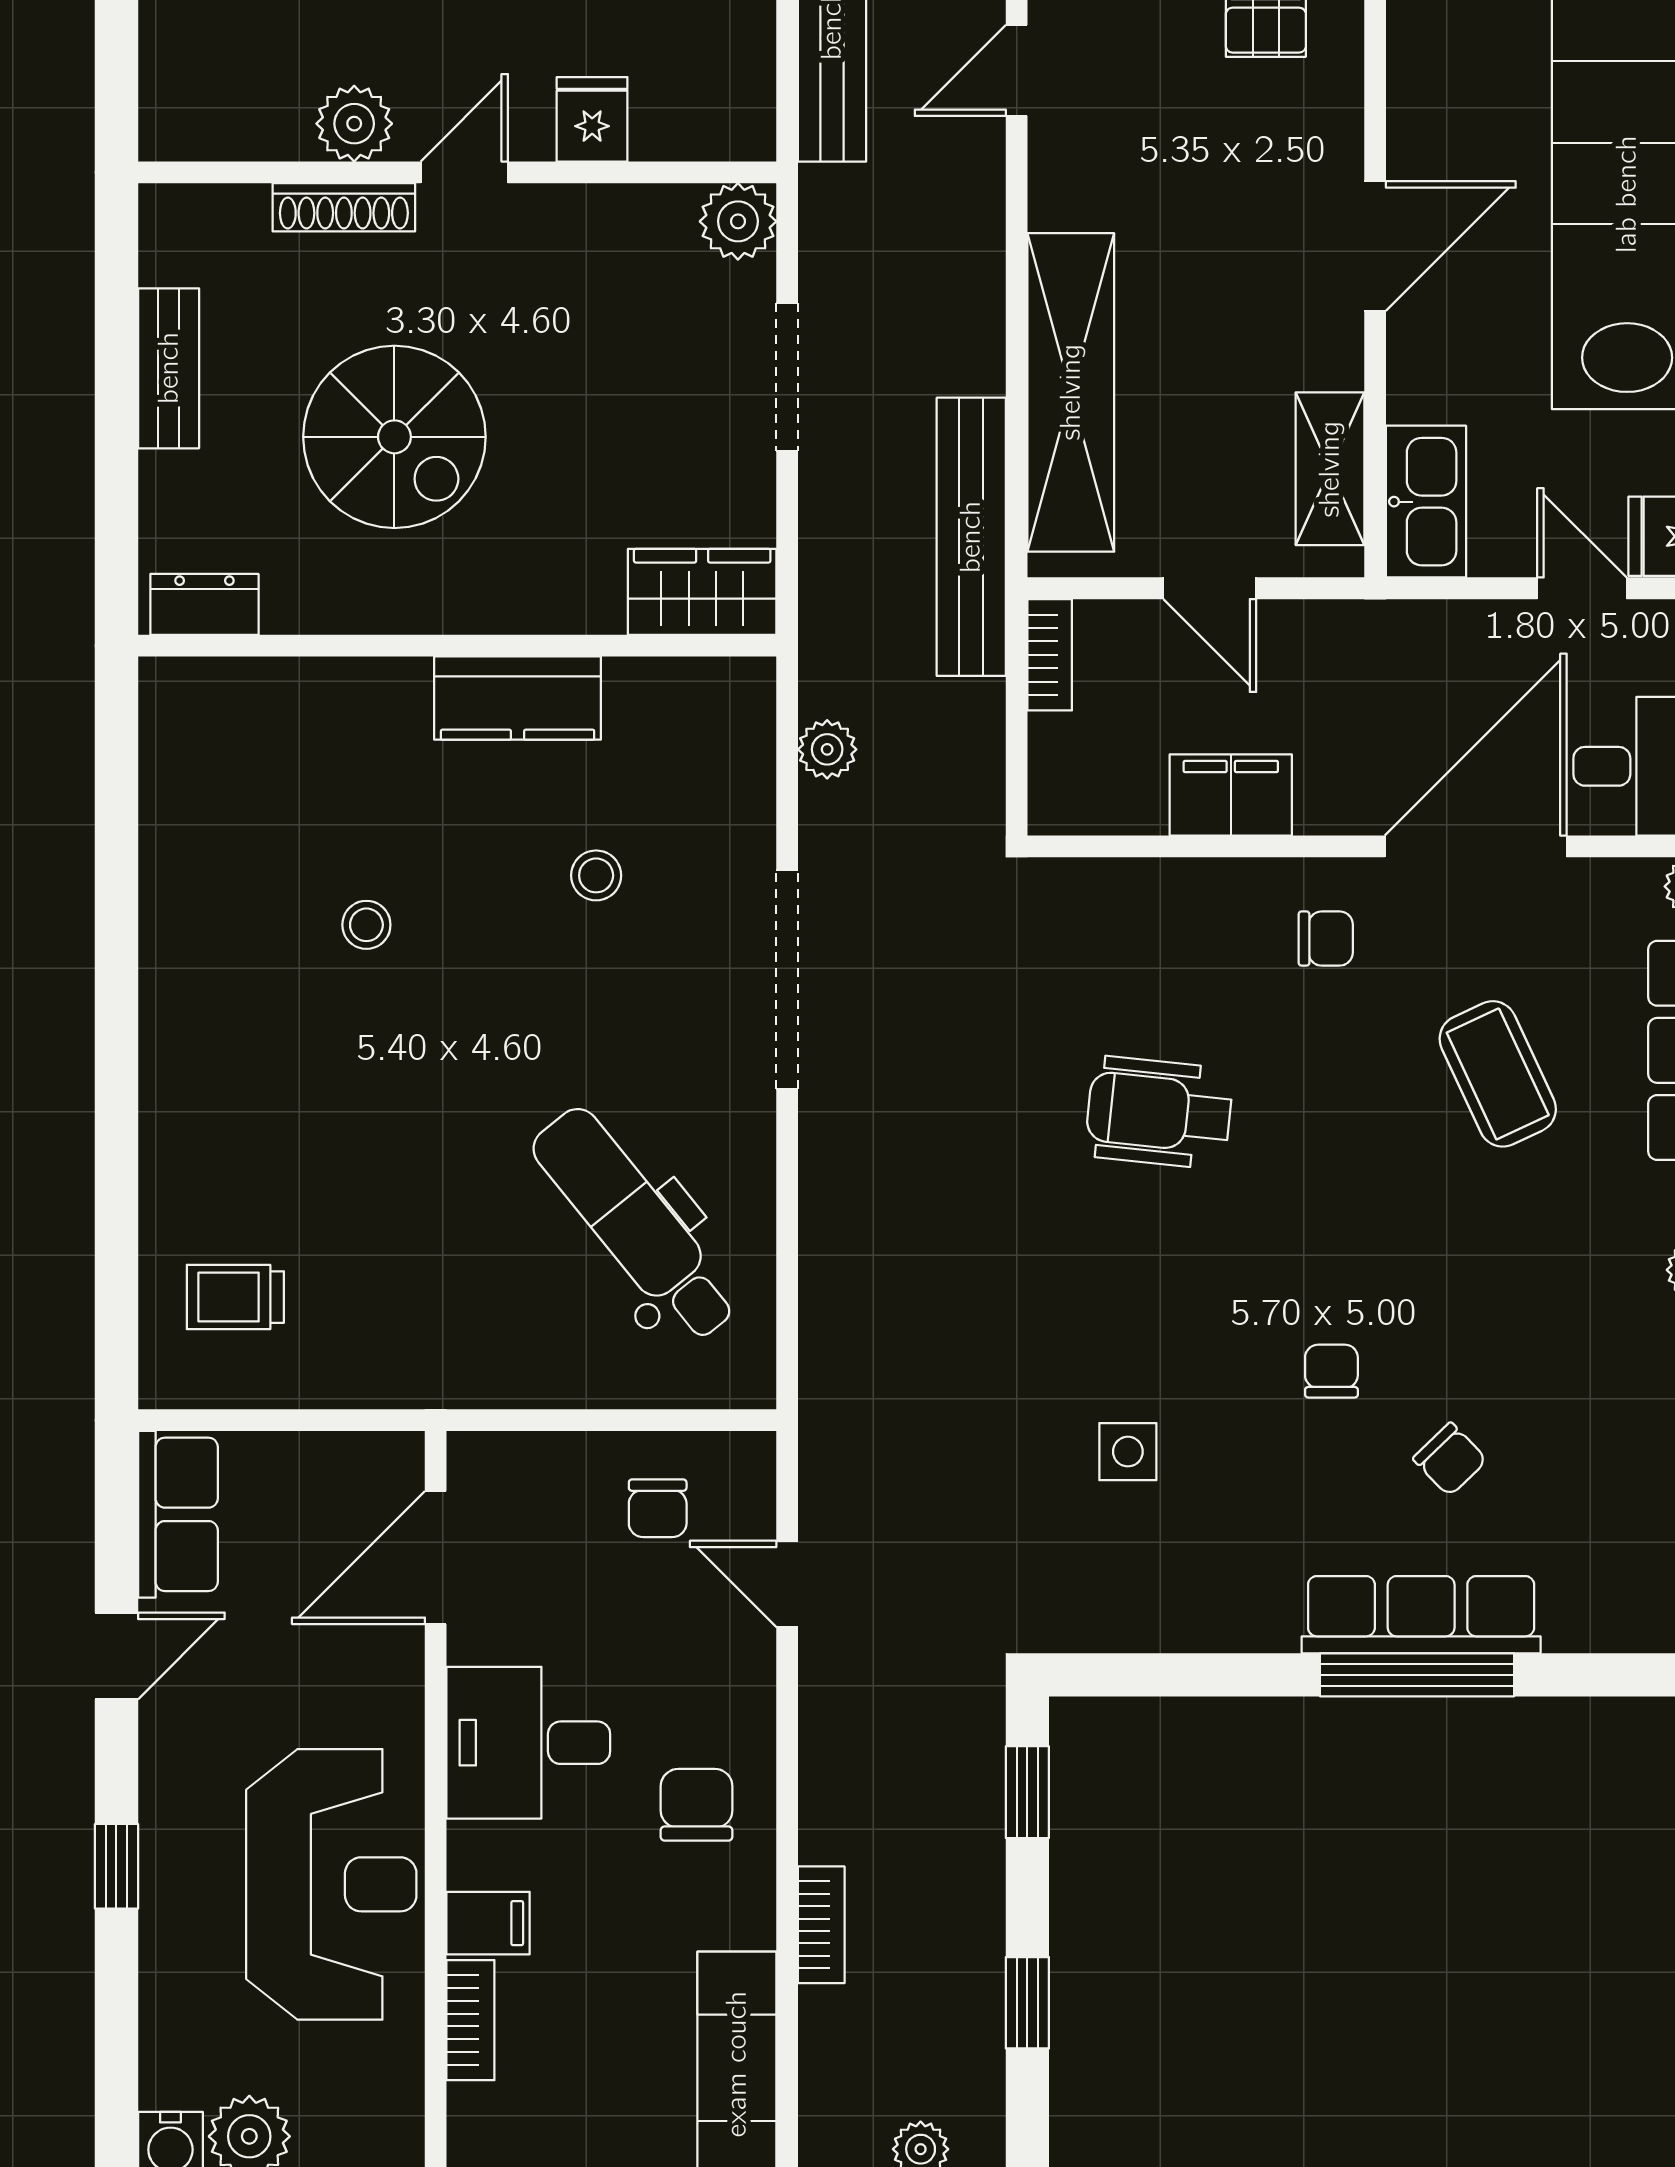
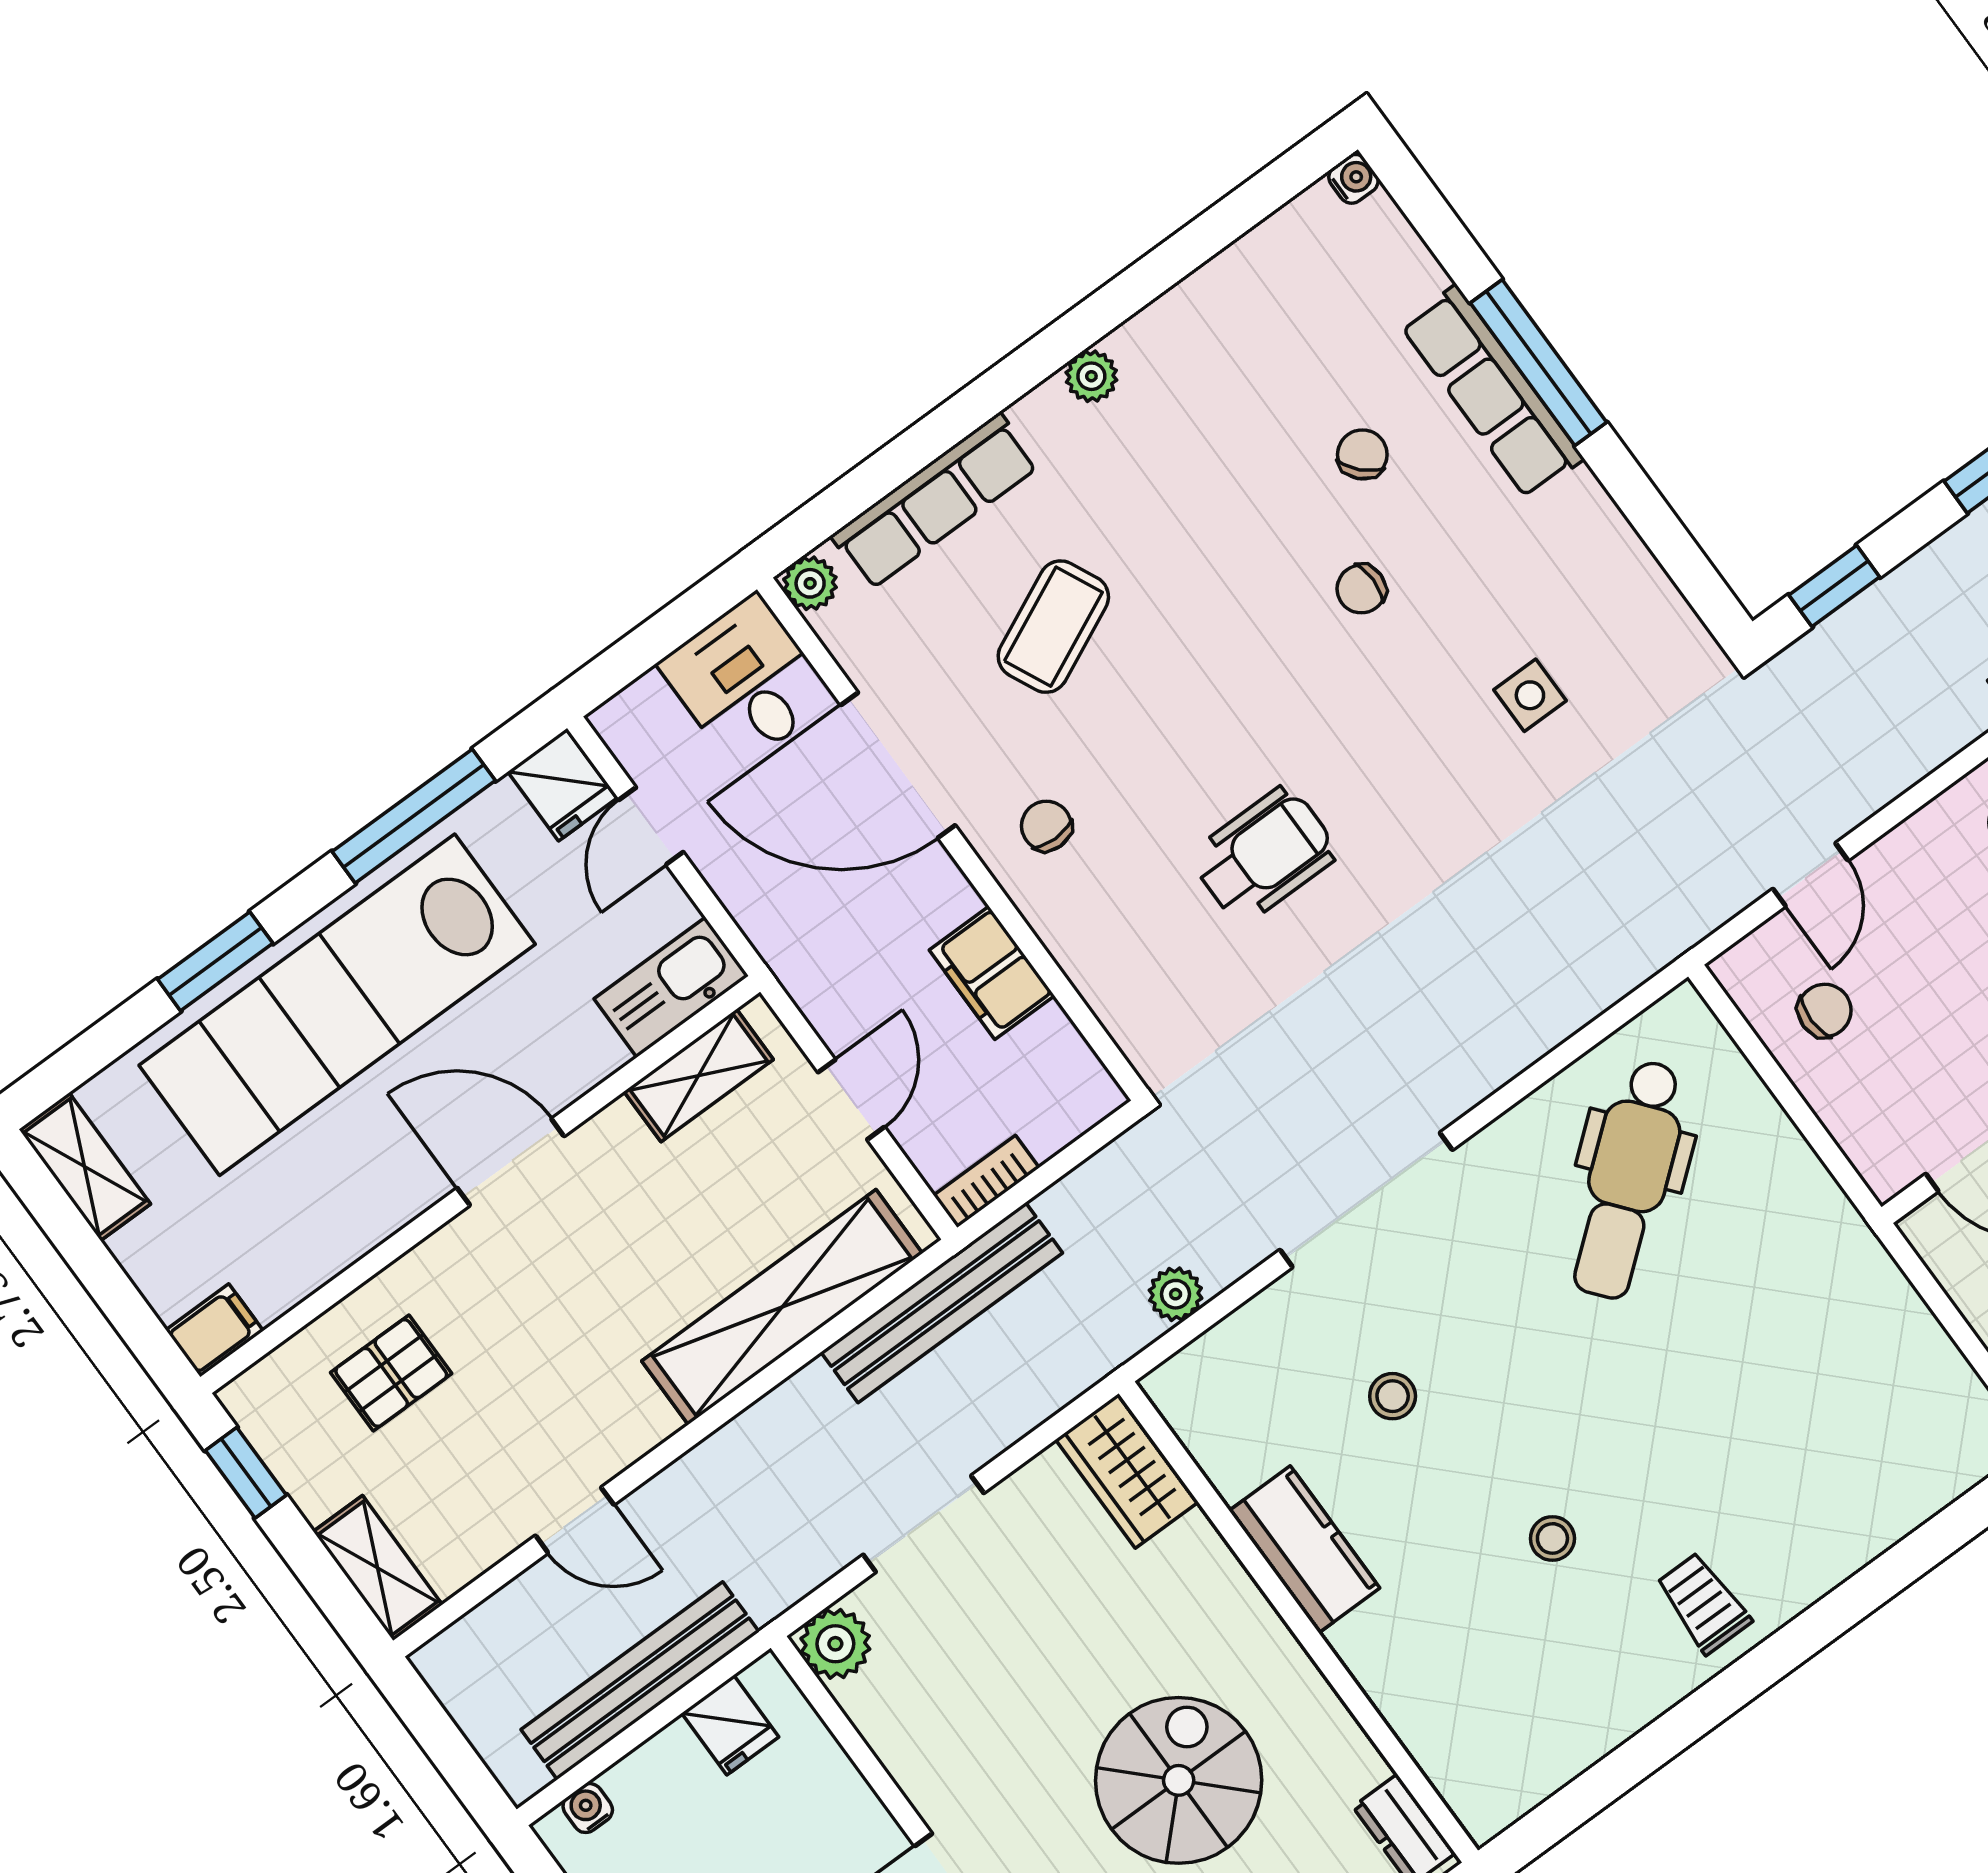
fridge: (592, 119) -> (730, 1725), moved, turned -90
wheelchair: (1159, 1113) -> (1264, 855), turned -96
trolley: (235, 1297) -> (1703, 1603), moved, turned 180

